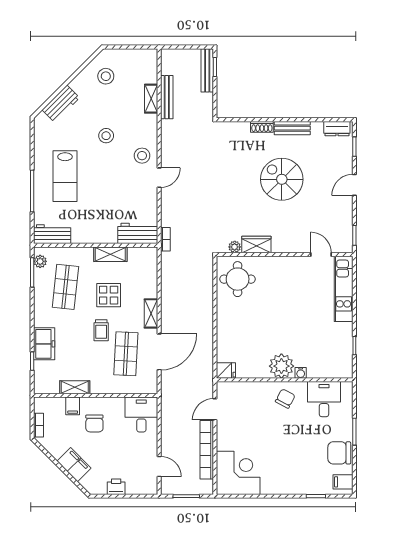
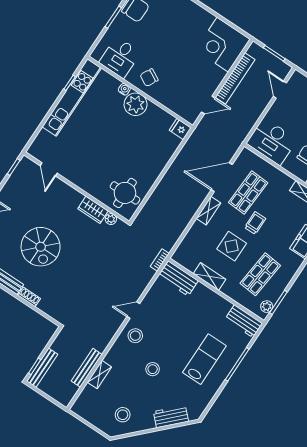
kitchen unit: (344, 289) -> (72, 97), moved, width x1.36
desk: (141, 415) -> (272, 141), width x1.37

